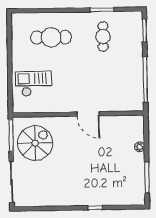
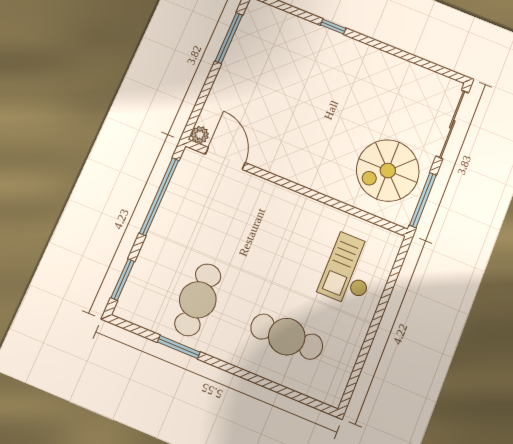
cafe table: (103, 37) -> (198, 300), width x1.37, depth x1.35
checkout: (34, 84) -> (350, 270), turned 90
door: (88, 114) -> (225, 158), moved
plant: (140, 147) -> (200, 135), moved

